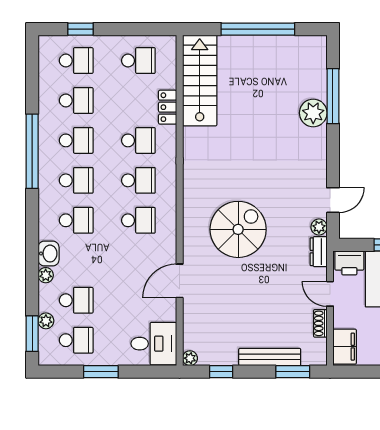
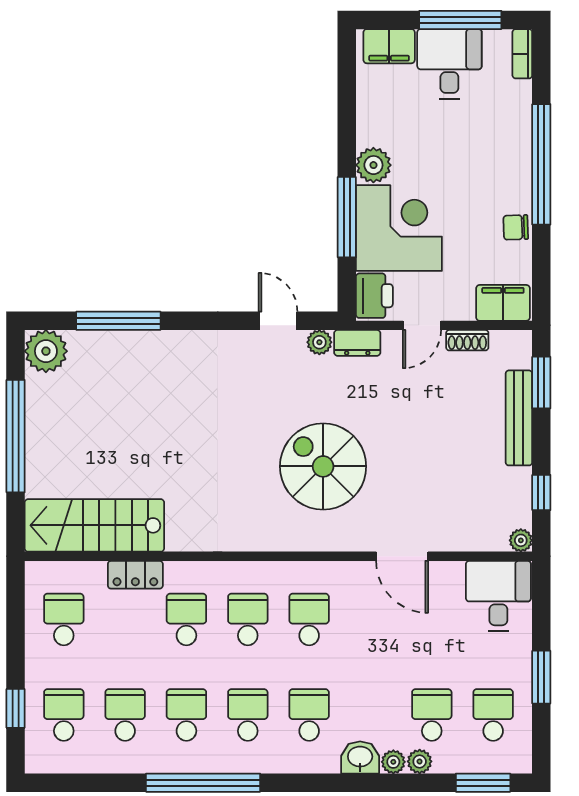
plant: (313, 113) -> (46, 351), moved
plant: (46, 321) -> (420, 761), moved

